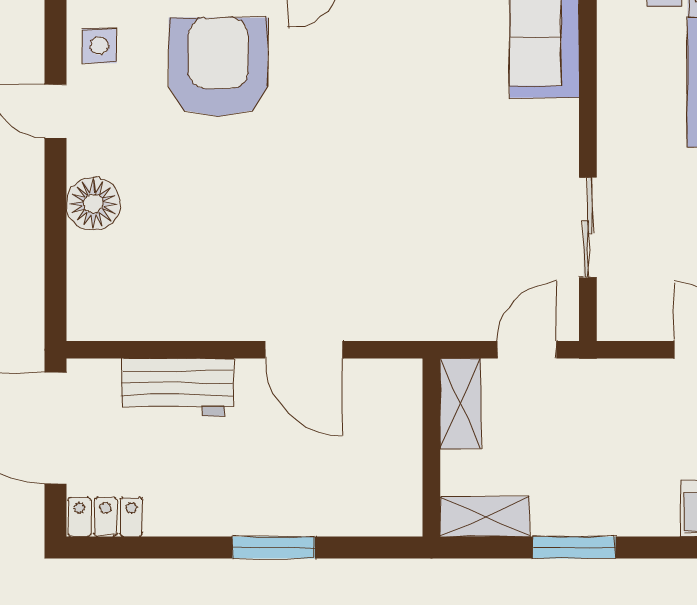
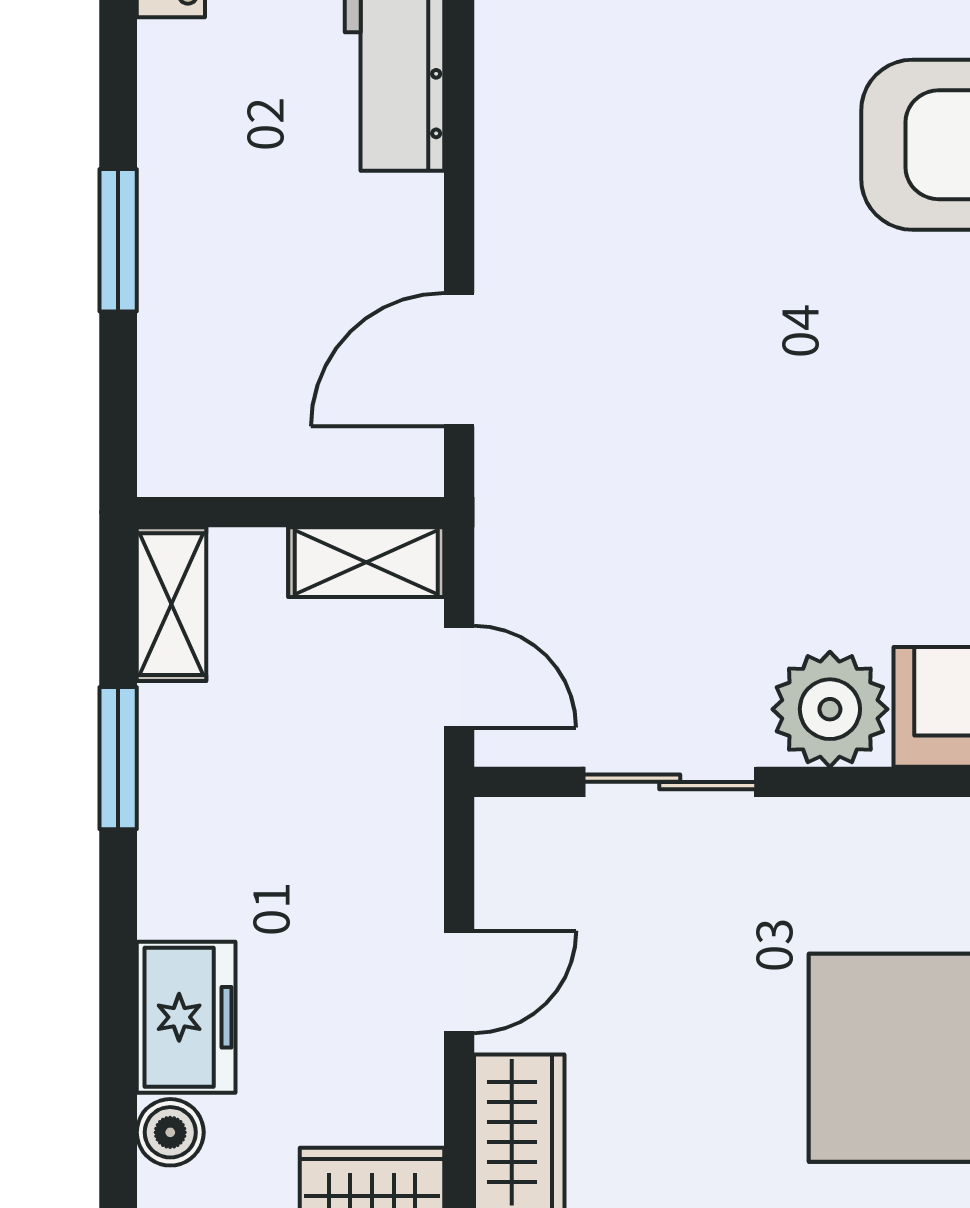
plant: (546, 135) -> (830, 709), added
door: (304, 350) -> (459, 360), moved

